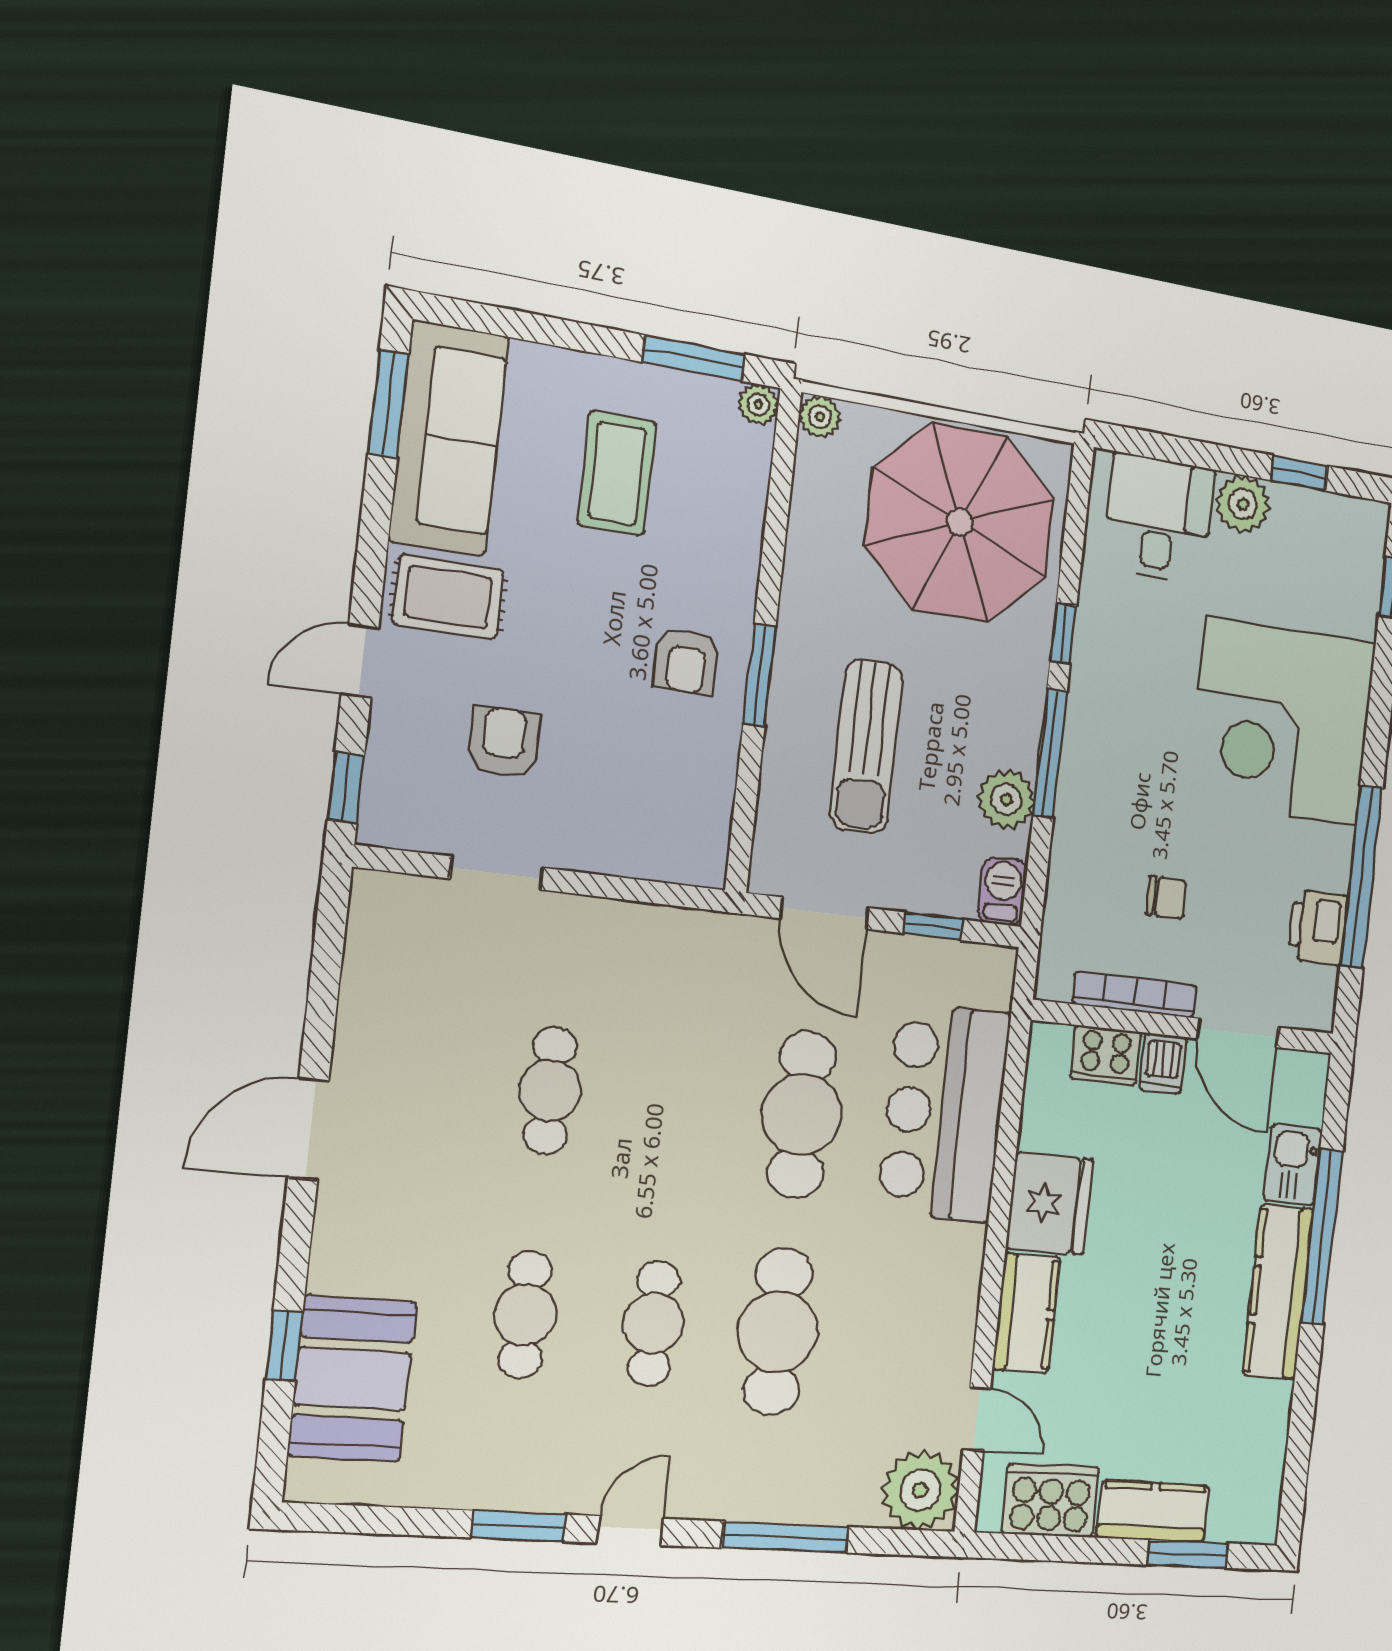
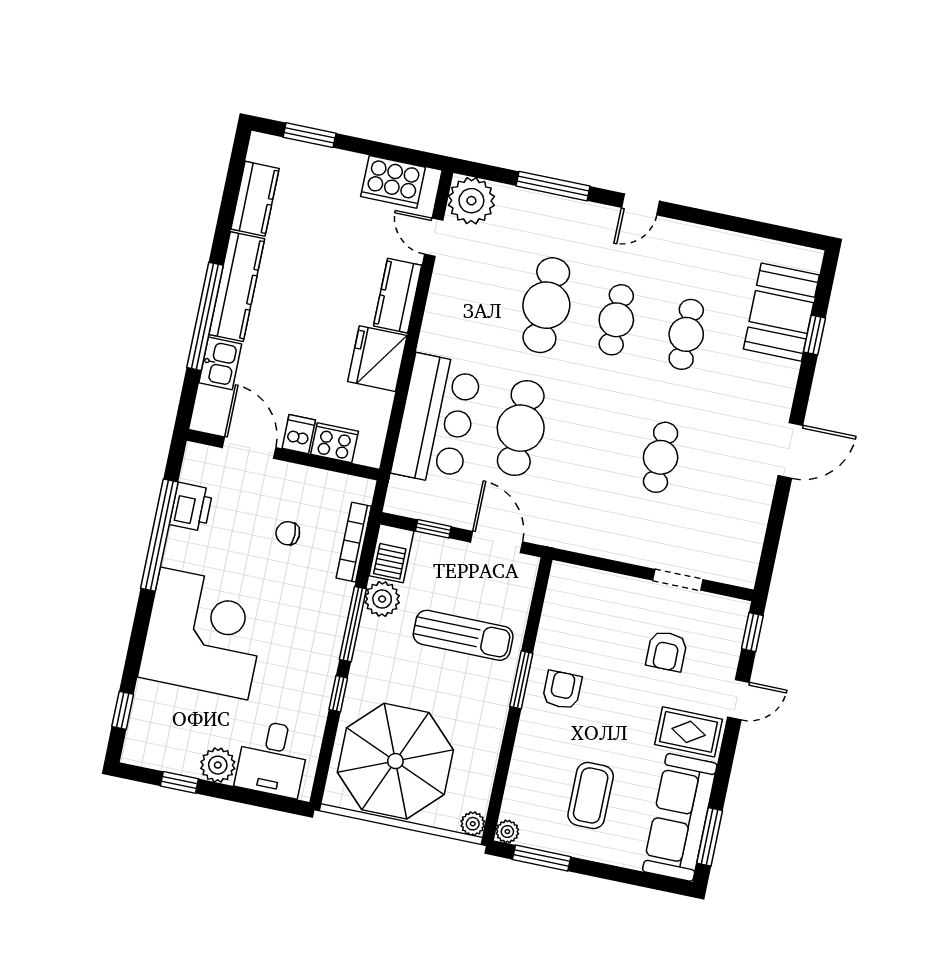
sun lounger: (866, 747) -> (463, 635), turned 90
barbecue: (1002, 891) -> (391, 553), width x1.38, depth x1.27
bookcase: (1135, 995) -> (354, 542), moved, turned 90
kitchen counter: (1153, 1512) -> (255, 199), moved, turned -90
window: (519, 1526) -> (701, 217), removed

